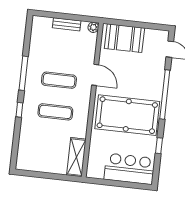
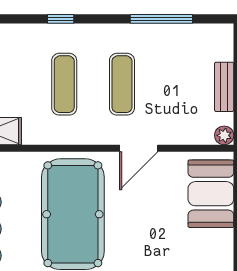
window: (23, 73) -> (161, 19), moved

